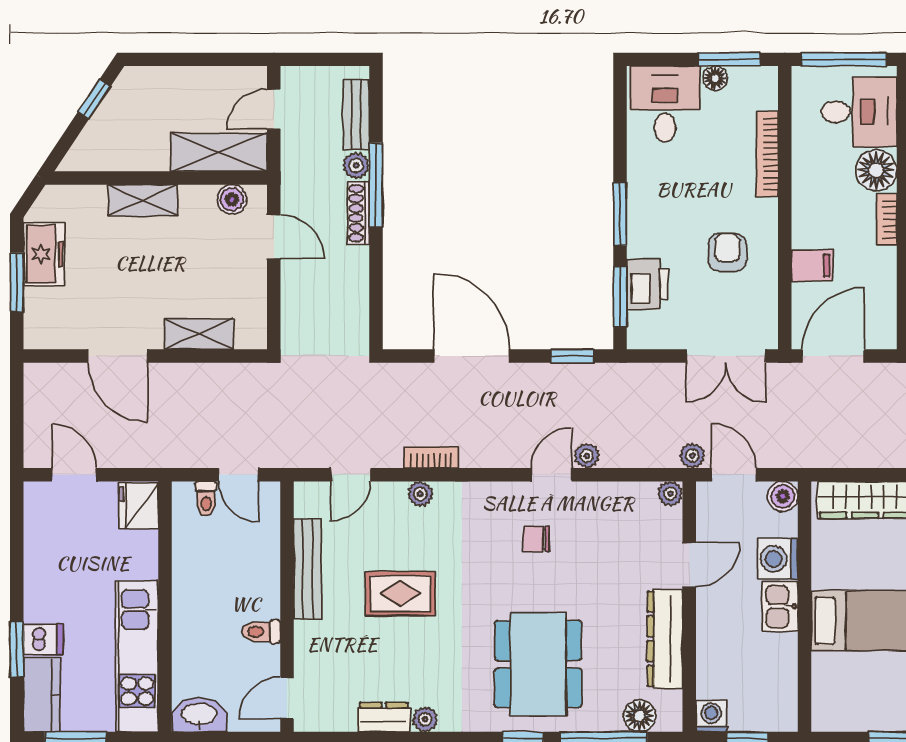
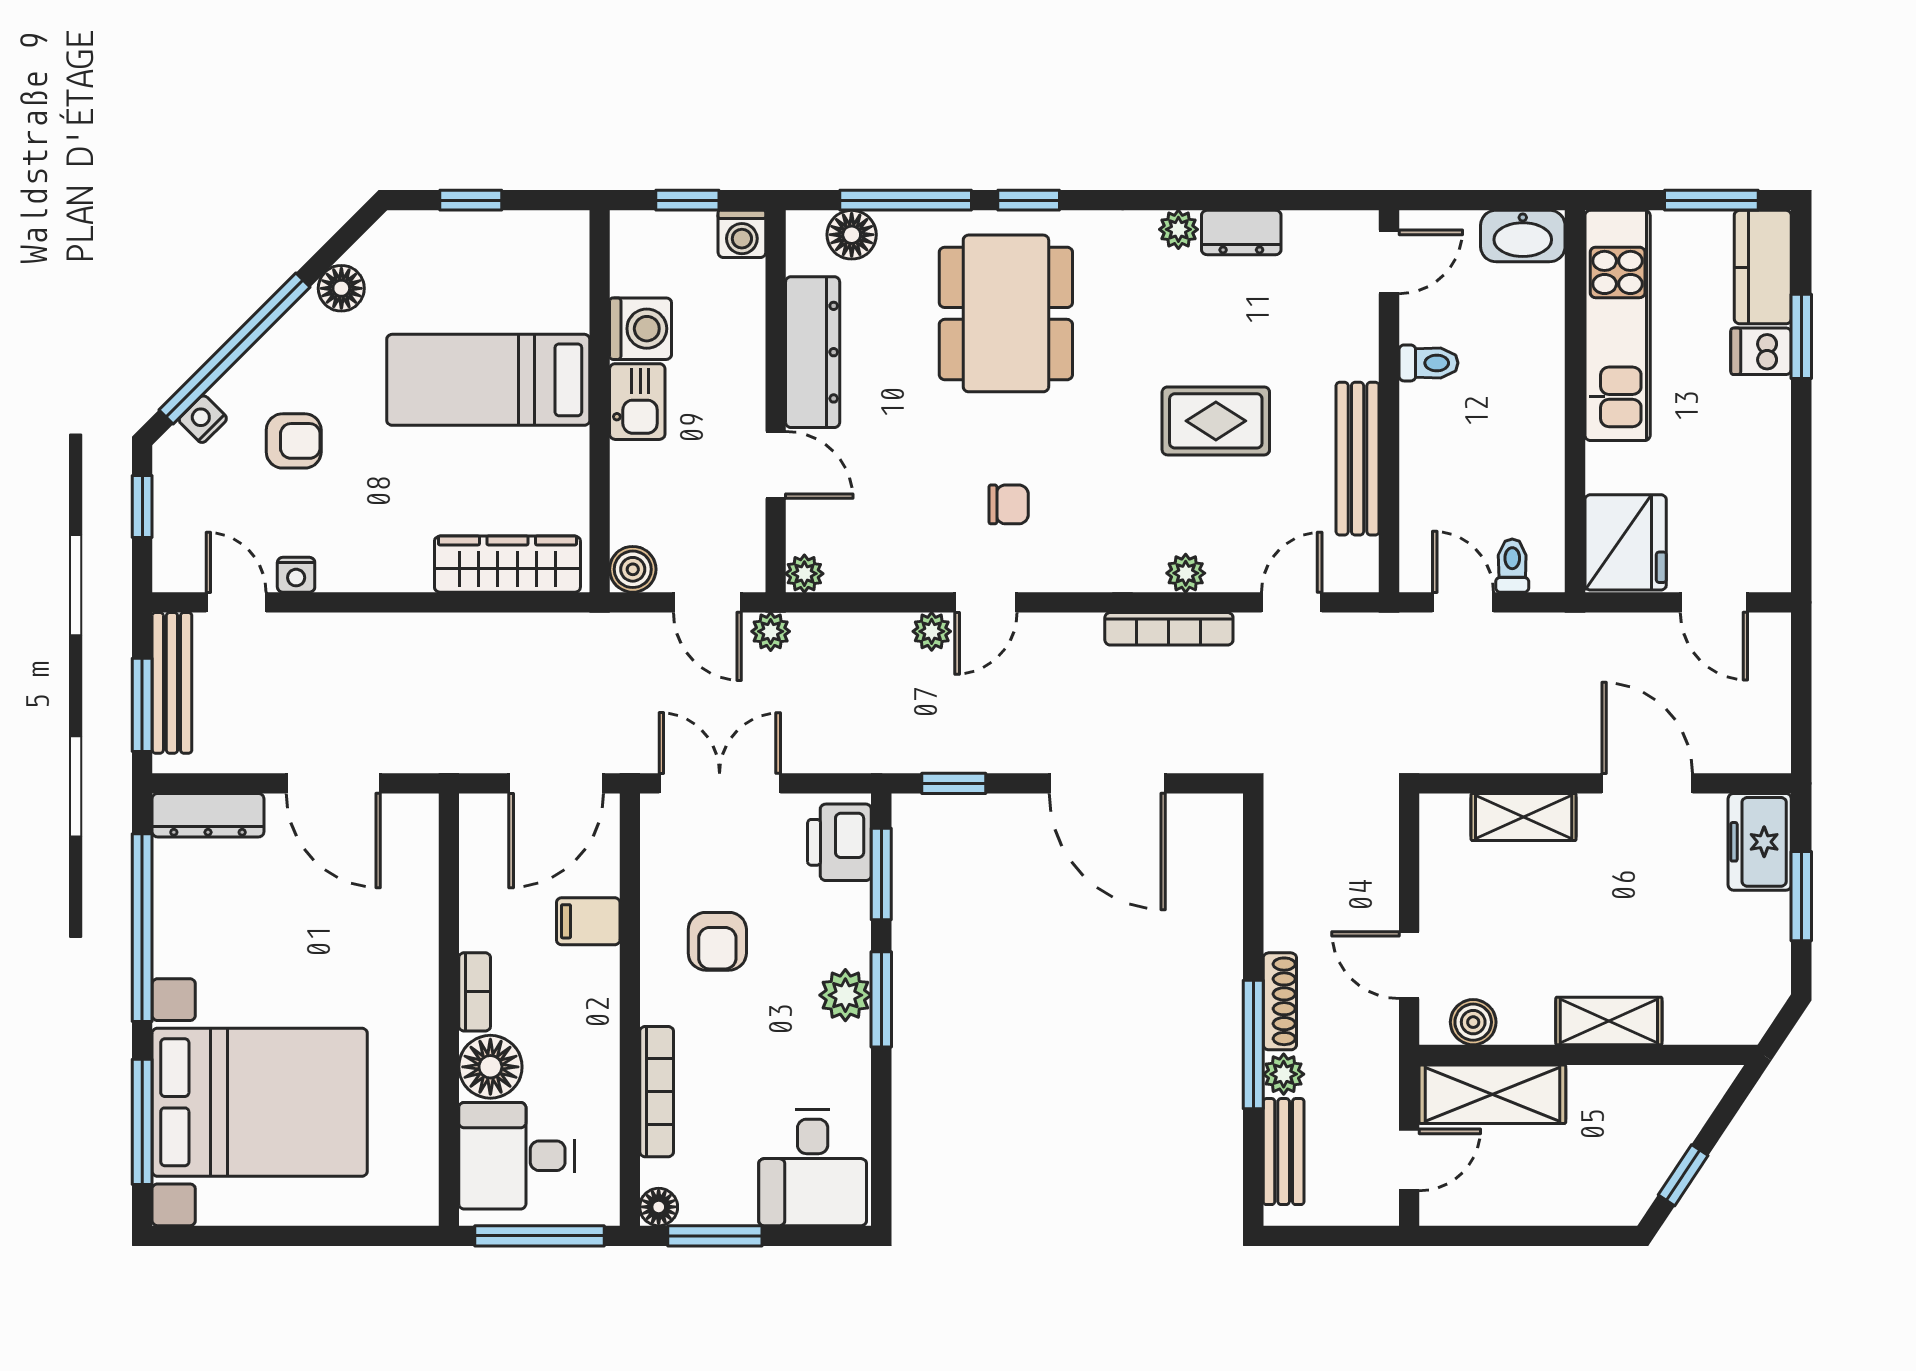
floor lamp: (715, 78) -> (659, 1207), moved
plant: (643, 217) -> (845, 995), added
freezer: (44, 254) -> (1760, 842), moved
printer: (647, 284) -> (839, 842), moved
bookcase: (431, 457) -> (1169, 629), width x1.56
fridge: (139, 506) -> (1626, 542), width x1.36, depth x1.34
washing machine: (778, 559) -> (641, 329), moved
door: (689, 565) -> (776, 465), swing flipped

